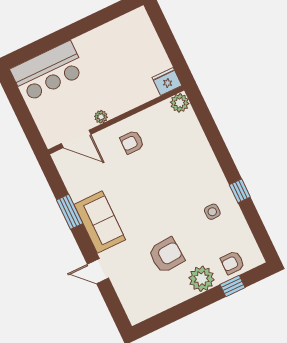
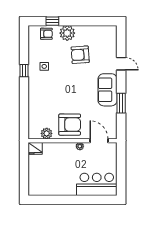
plant: (180, 103) -> (47, 133), moved
armchair: (132, 142) -> (70, 125), width x1.88, depth x1.88

